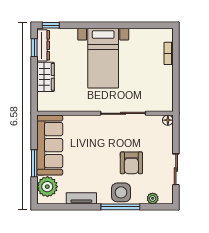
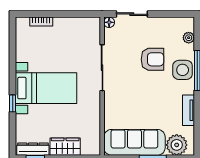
window: (51, 25) -> (13, 103), moved
sliding door: (176, 169) -> (132, 14), moved

